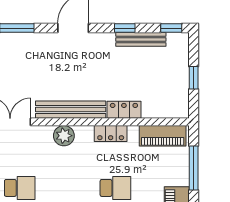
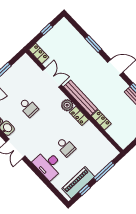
locker: (111, 134) -> (79, 116), moved
piano: (163, 136) -> (105, 146), removed

